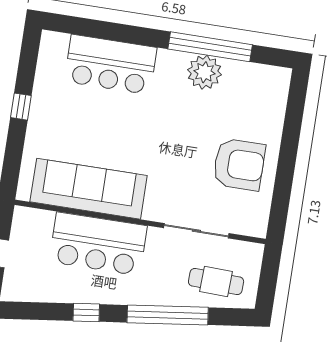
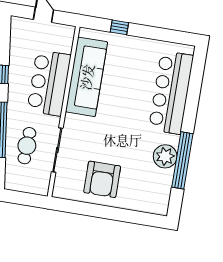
bar counter: (111, 64) -> (171, 92), width x1.36
window: (21, 107) -> (119, 27), moved
cafe table: (216, 282) -> (27, 146), moved

